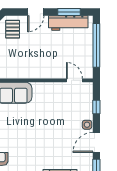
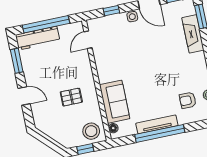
workbench: (68, 23) -> (38, 38), moved, turned 90
pallet: (13, 29) -> (71, 97), moved

